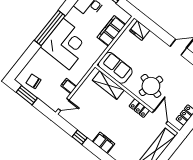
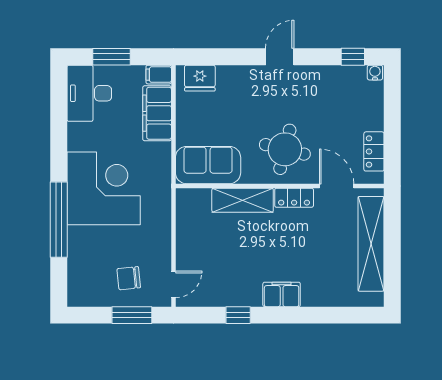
window: (50, 28) -> (59, 220), moved
chair: (33, 81) -> (129, 278), moved
shelving: (108, 85) -> (243, 200), moved
filing cabinet: (69, 86) -> (159, 75), moved
window: (27, 95) -> (132, 315), moved

